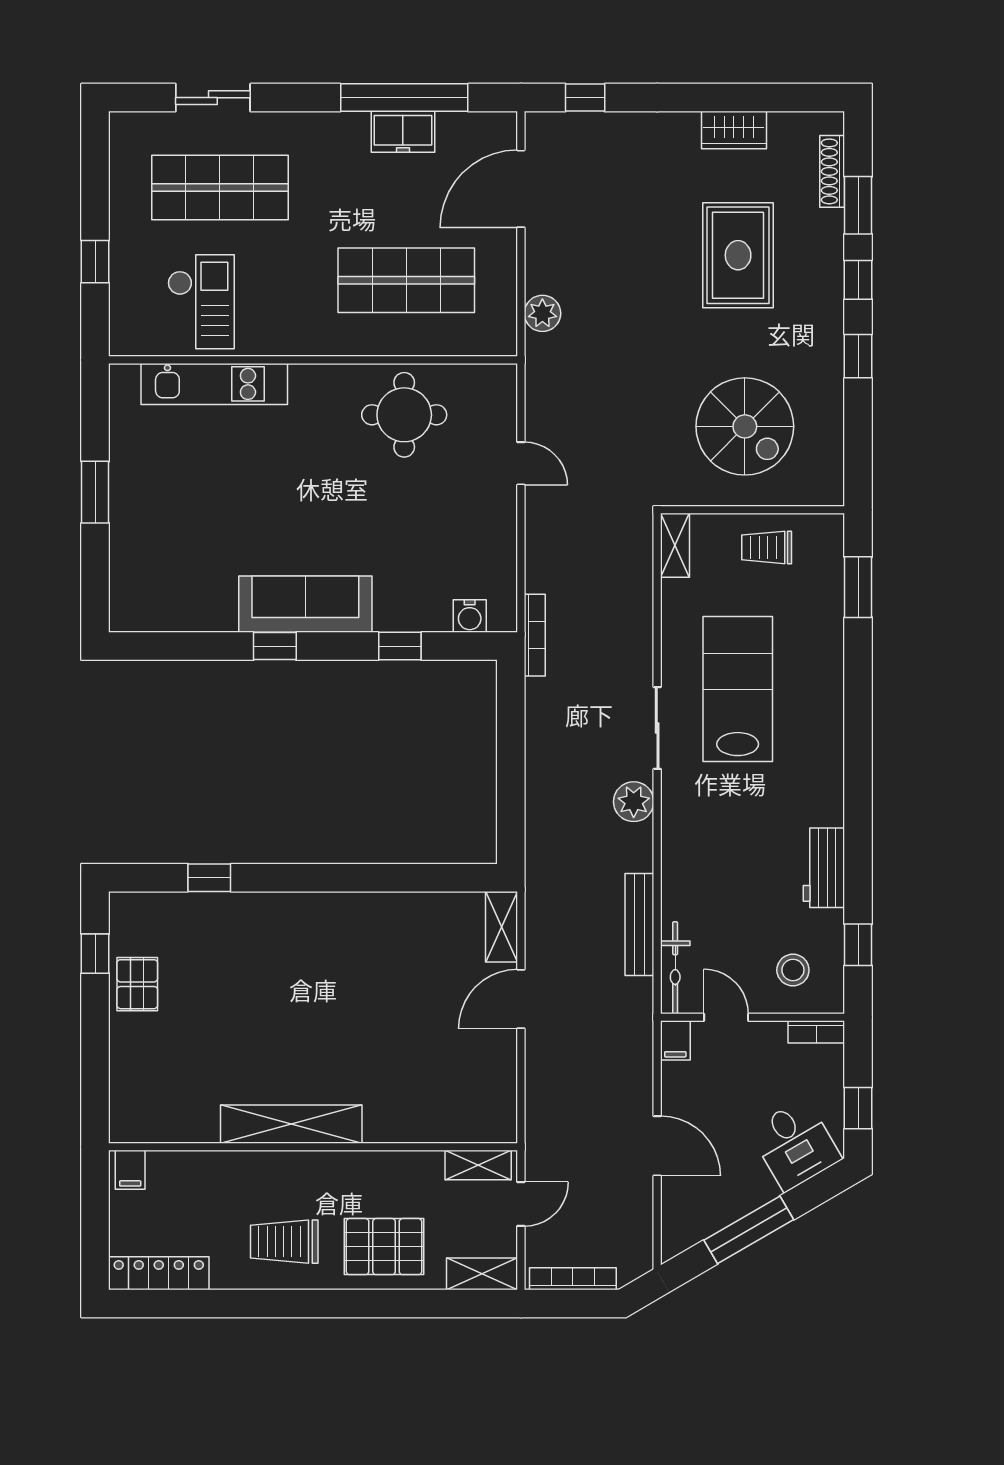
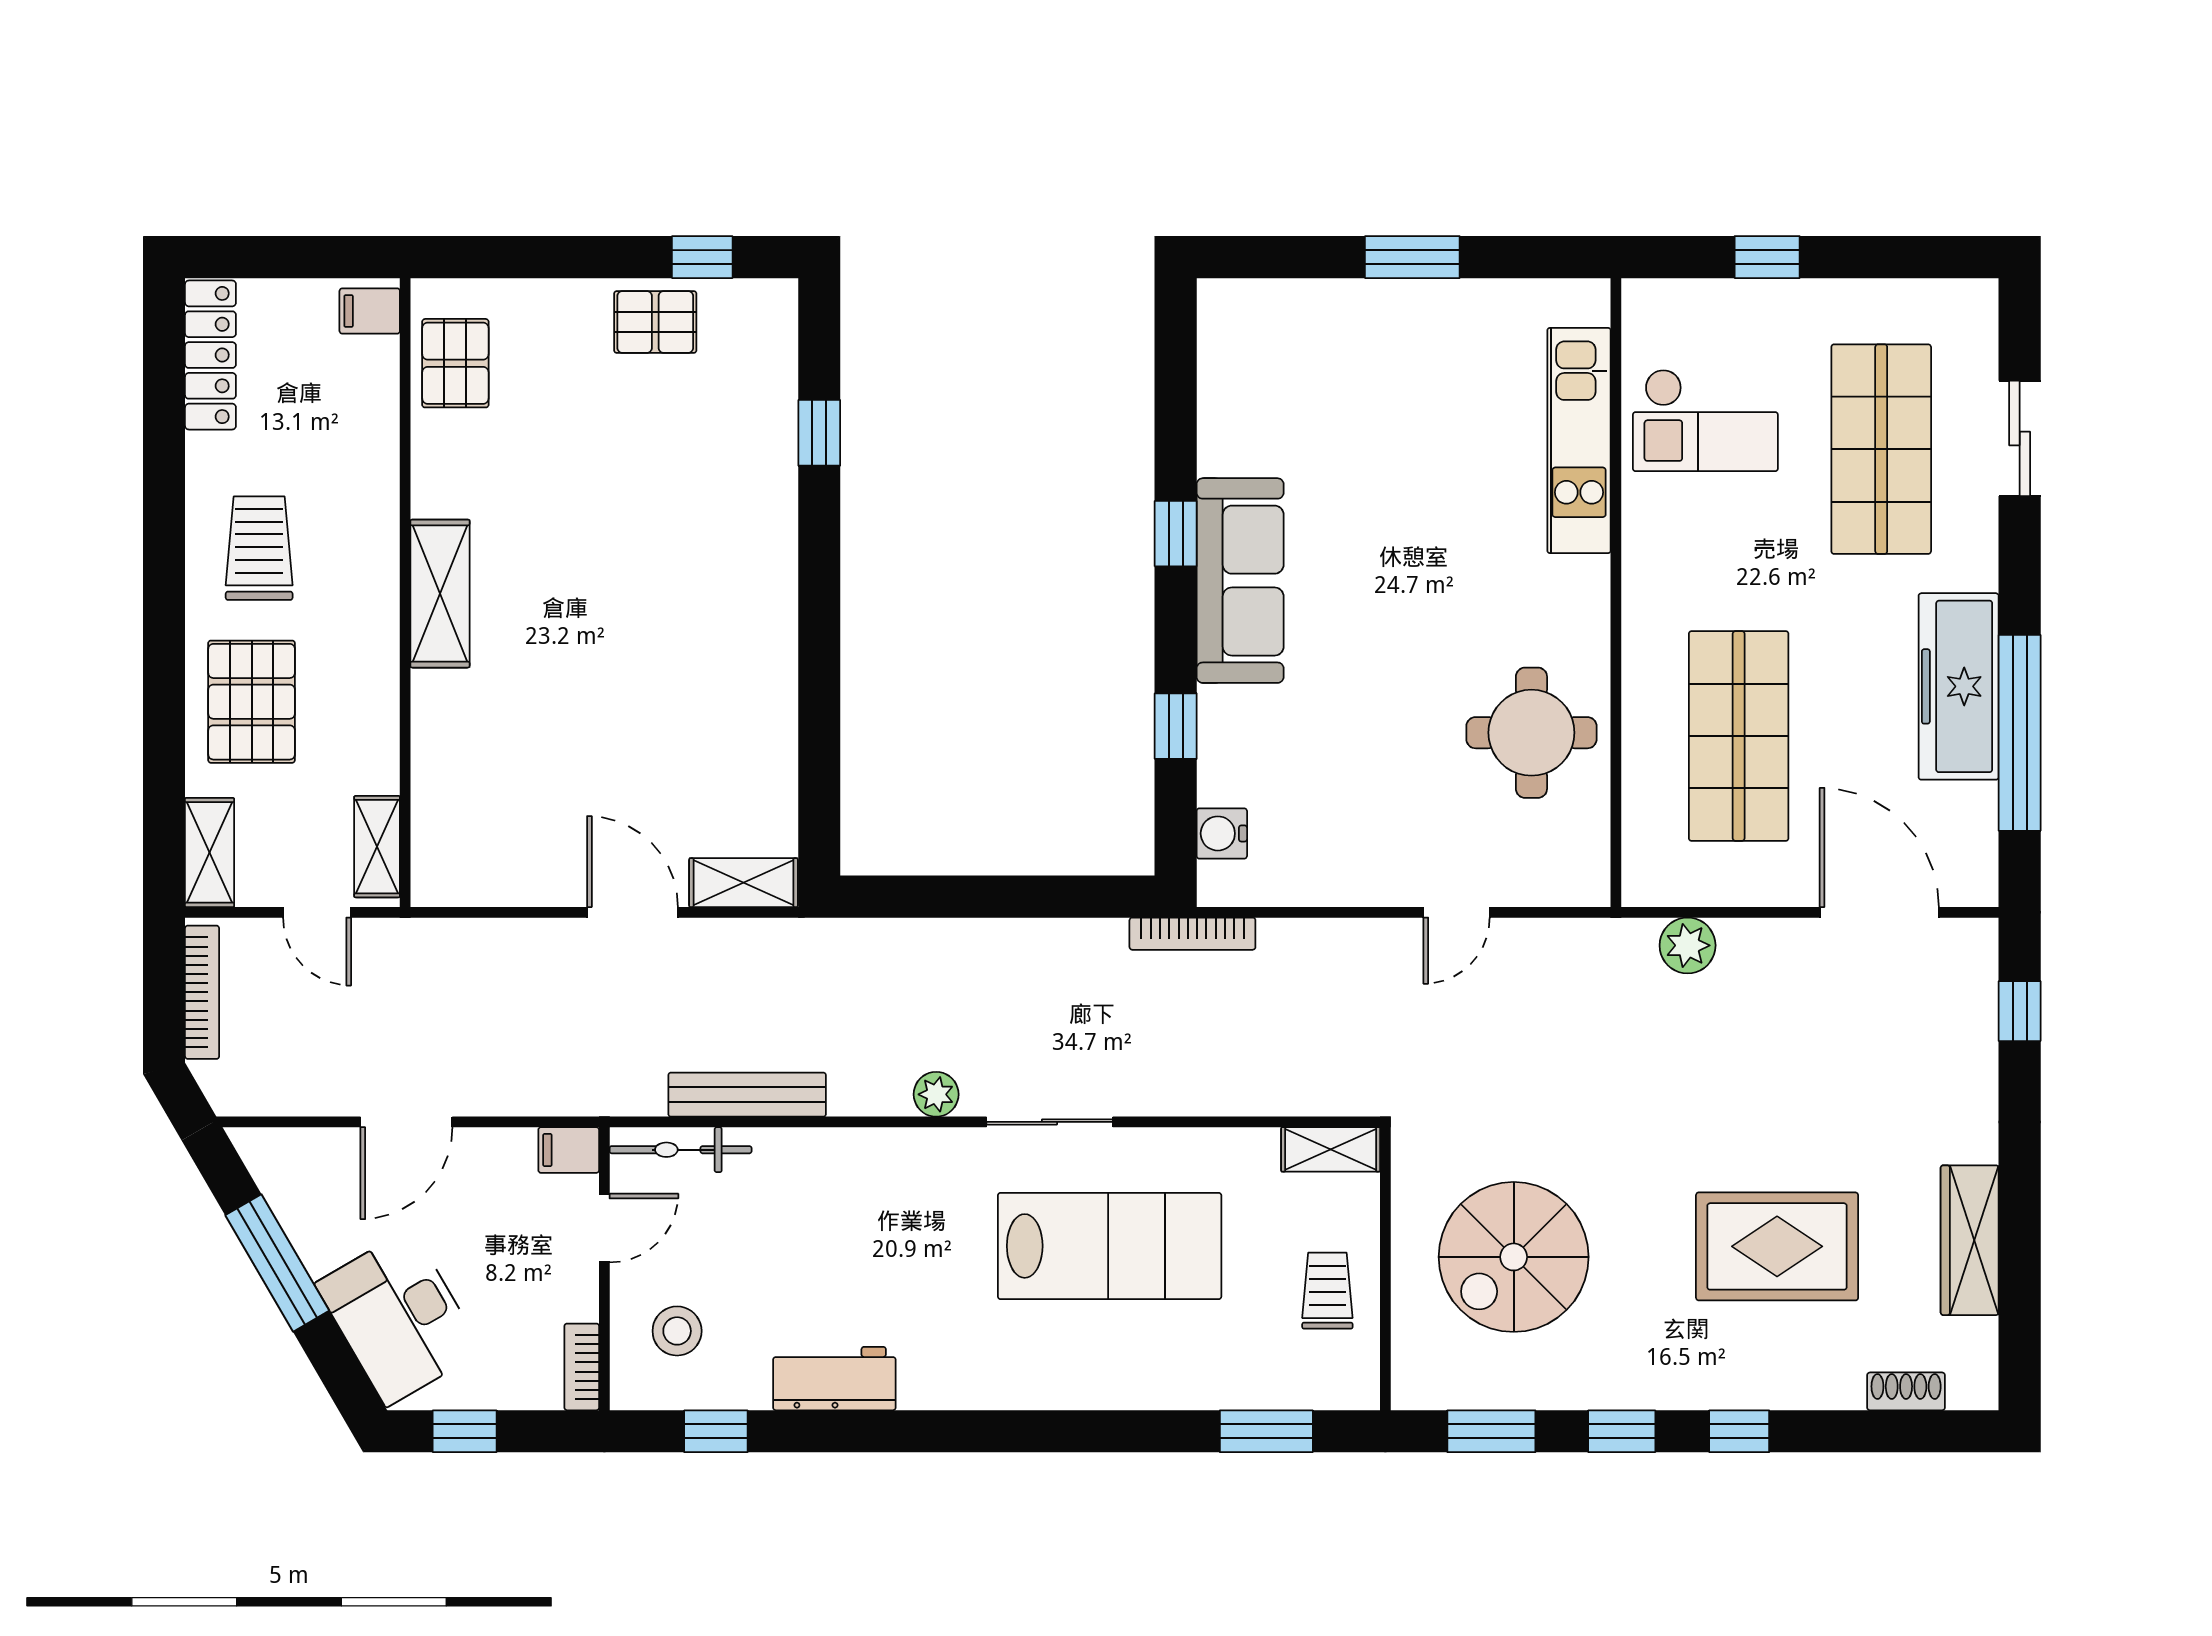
wardrobe: (734, 130) -> (1970, 1240), width x1.50
freezer: (403, 132) -> (1959, 686), width x1.91, depth x1.26
shoe rack: (832, 171) -> (1906, 1391), width x0.70
window: (858, 205) -> (1491, 1431), moved
plant: (634, 802) -> (936, 1094), width x0.73, depth x0.73
pallet: (164, 1114) -> (455, 363), added
shelving: (291, 1124) -> (440, 594), width x0.68
desk: (795, 1144) -> (399, 1317), width x1.37

